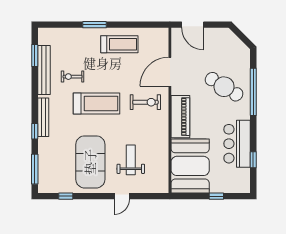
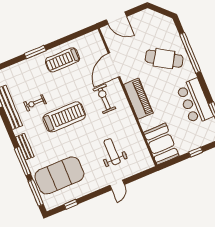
treadmill: (119, 44) -> (63, 60), turned 180
exercise bike: (145, 102) -> (104, 99), turned -90
bench: (43, 117) -> (25, 147), width x0.73
window: (35, 131) -> (23, 161), width x2.17
exercise mat: (90, 162) -> (59, 175), moved, turned 90
booth: (190, 166) -> (161, 144), width x0.73, depth x0.70

